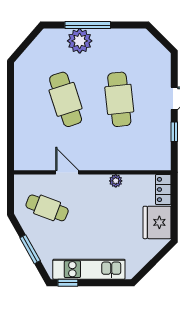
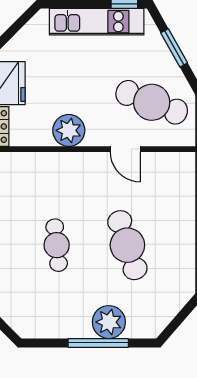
cafe table: (119, 99) -> (57, 245), width x0.73, depth x0.74
plant: (116, 181) -> (69, 130), width x1.88, depth x1.88
cafe table: (47, 208) -> (152, 102), width x1.37, depth x1.35

